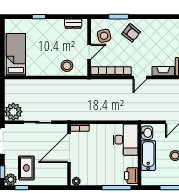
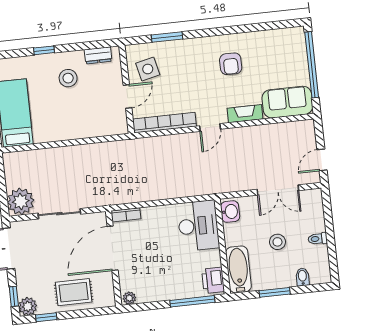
armchair: (131, 33) -> (231, 64), moved, turned 51
stool: (67, 66) -> (68, 78), moved
bathtub: (148, 156) -> (238, 269), moved
rug: (26, 168) -> (74, 292), moved, turned 90

